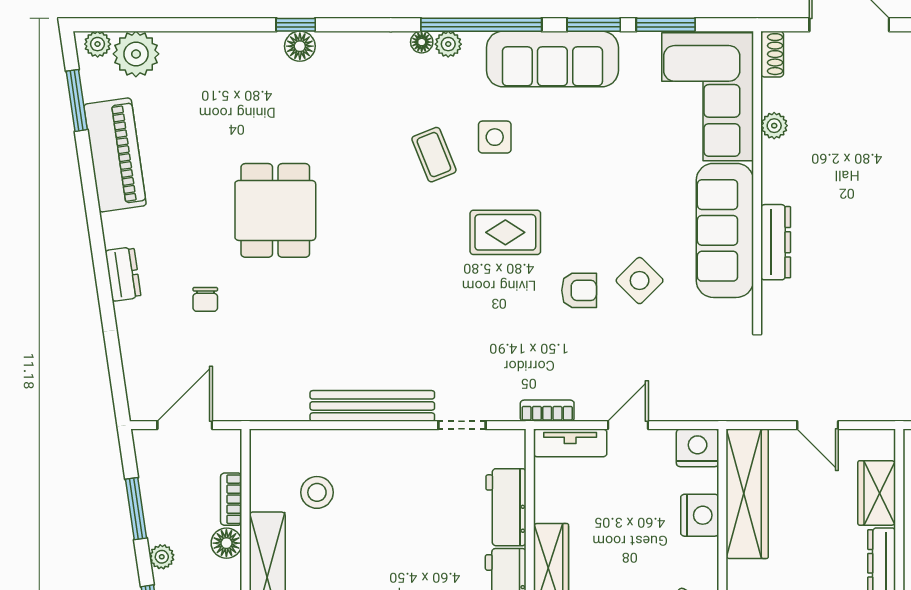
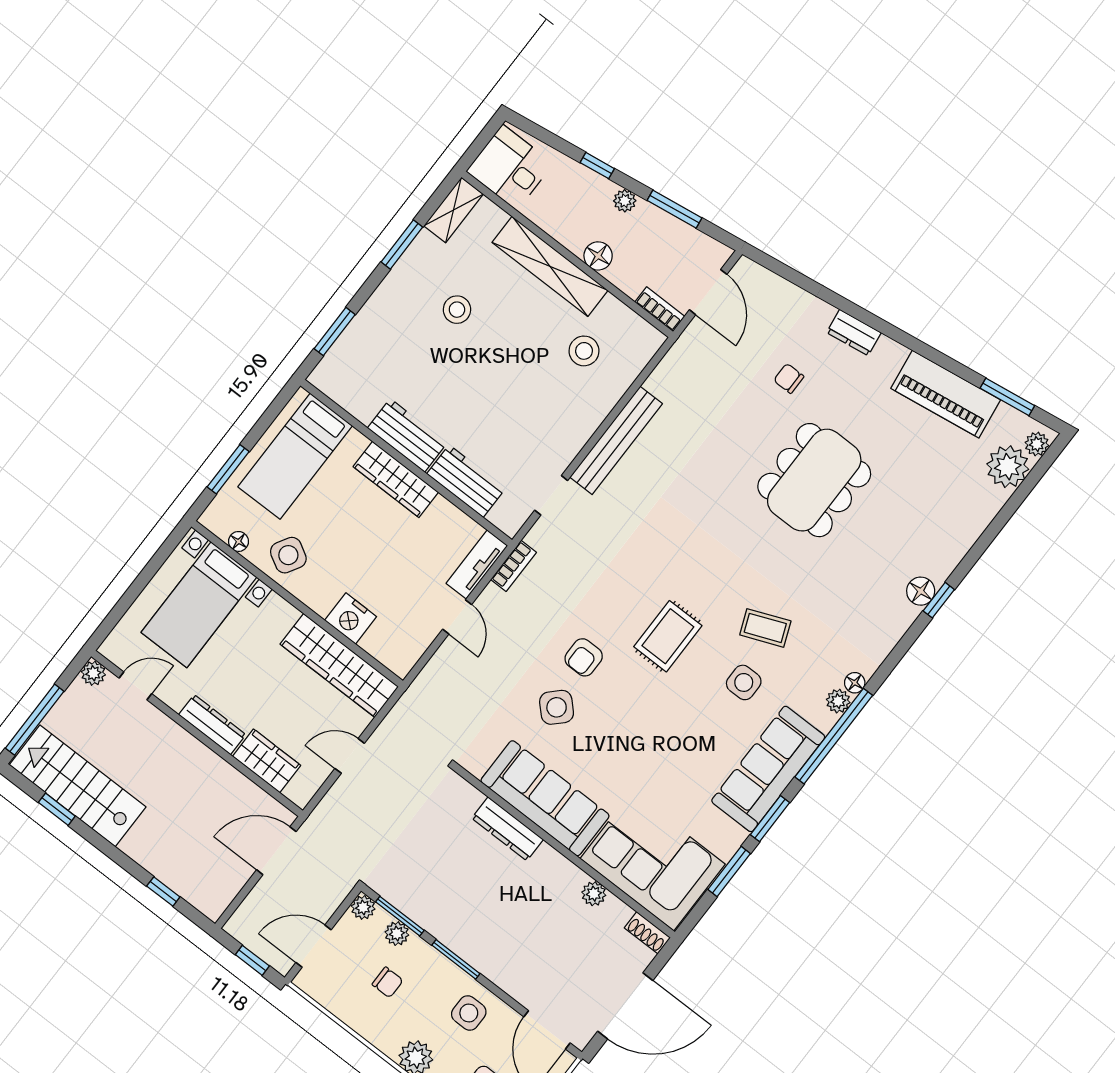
dining table: (275, 210) -> (814, 480), width x1.37
nightstand: (698, 448) -> (401, 655), removed
bookcase: (231, 499) -> (660, 309), moved

